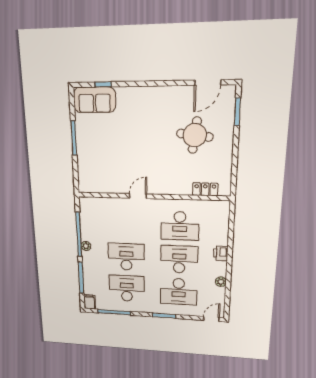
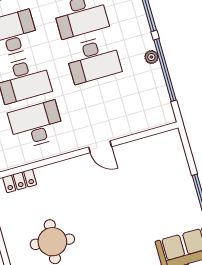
door: (138, 196) -> (100, 147), hinge flipped

